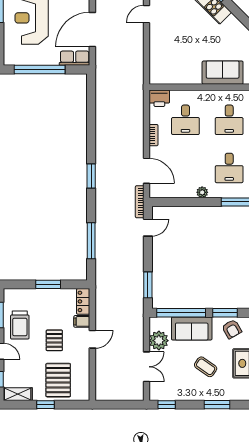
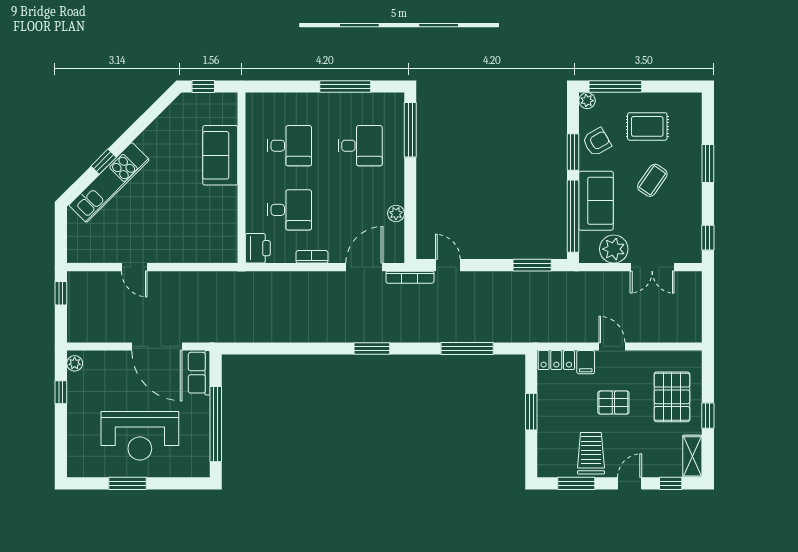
plant: (202, 192) -> (396, 213), moved
trolley: (20, 325) -> (591, 453), turned -90
double door: (146, 367) -> (652, 267), swing flipped
pallet: (58, 380) -> (672, 397), turned 90

